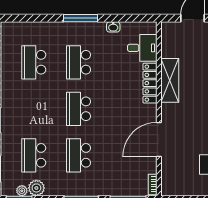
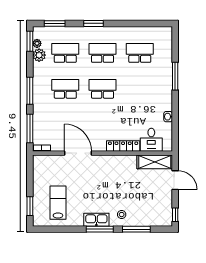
window: (81, 18) -> (175, 76), moved
school desk: (79, 62) -> (103, 53), moved
shelving: (170, 80) -> (155, 162), moved

